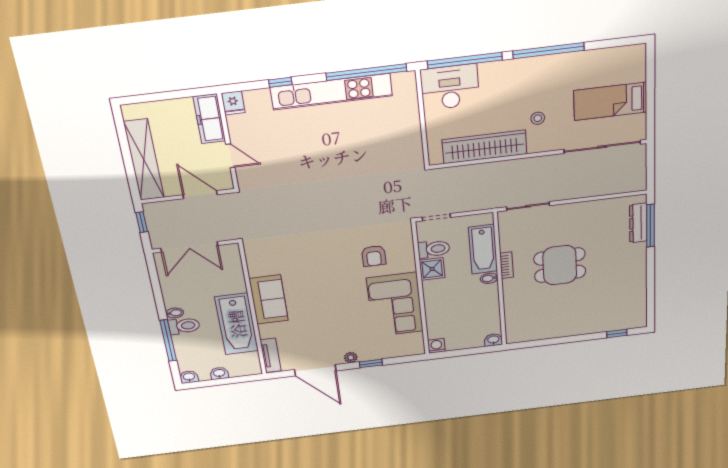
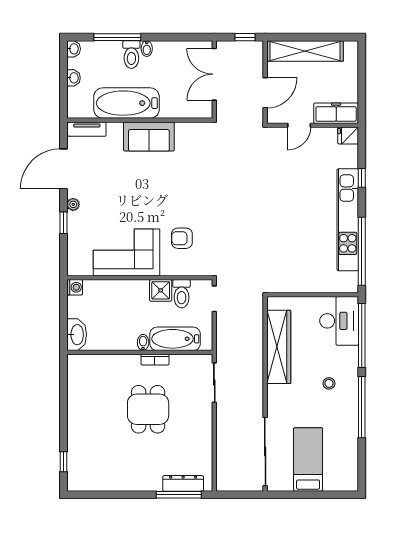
stool: (538, 118) -> (329, 383), moved
washbasin: (493, 340) -> (77, 335), width x1.91, depth x1.45

